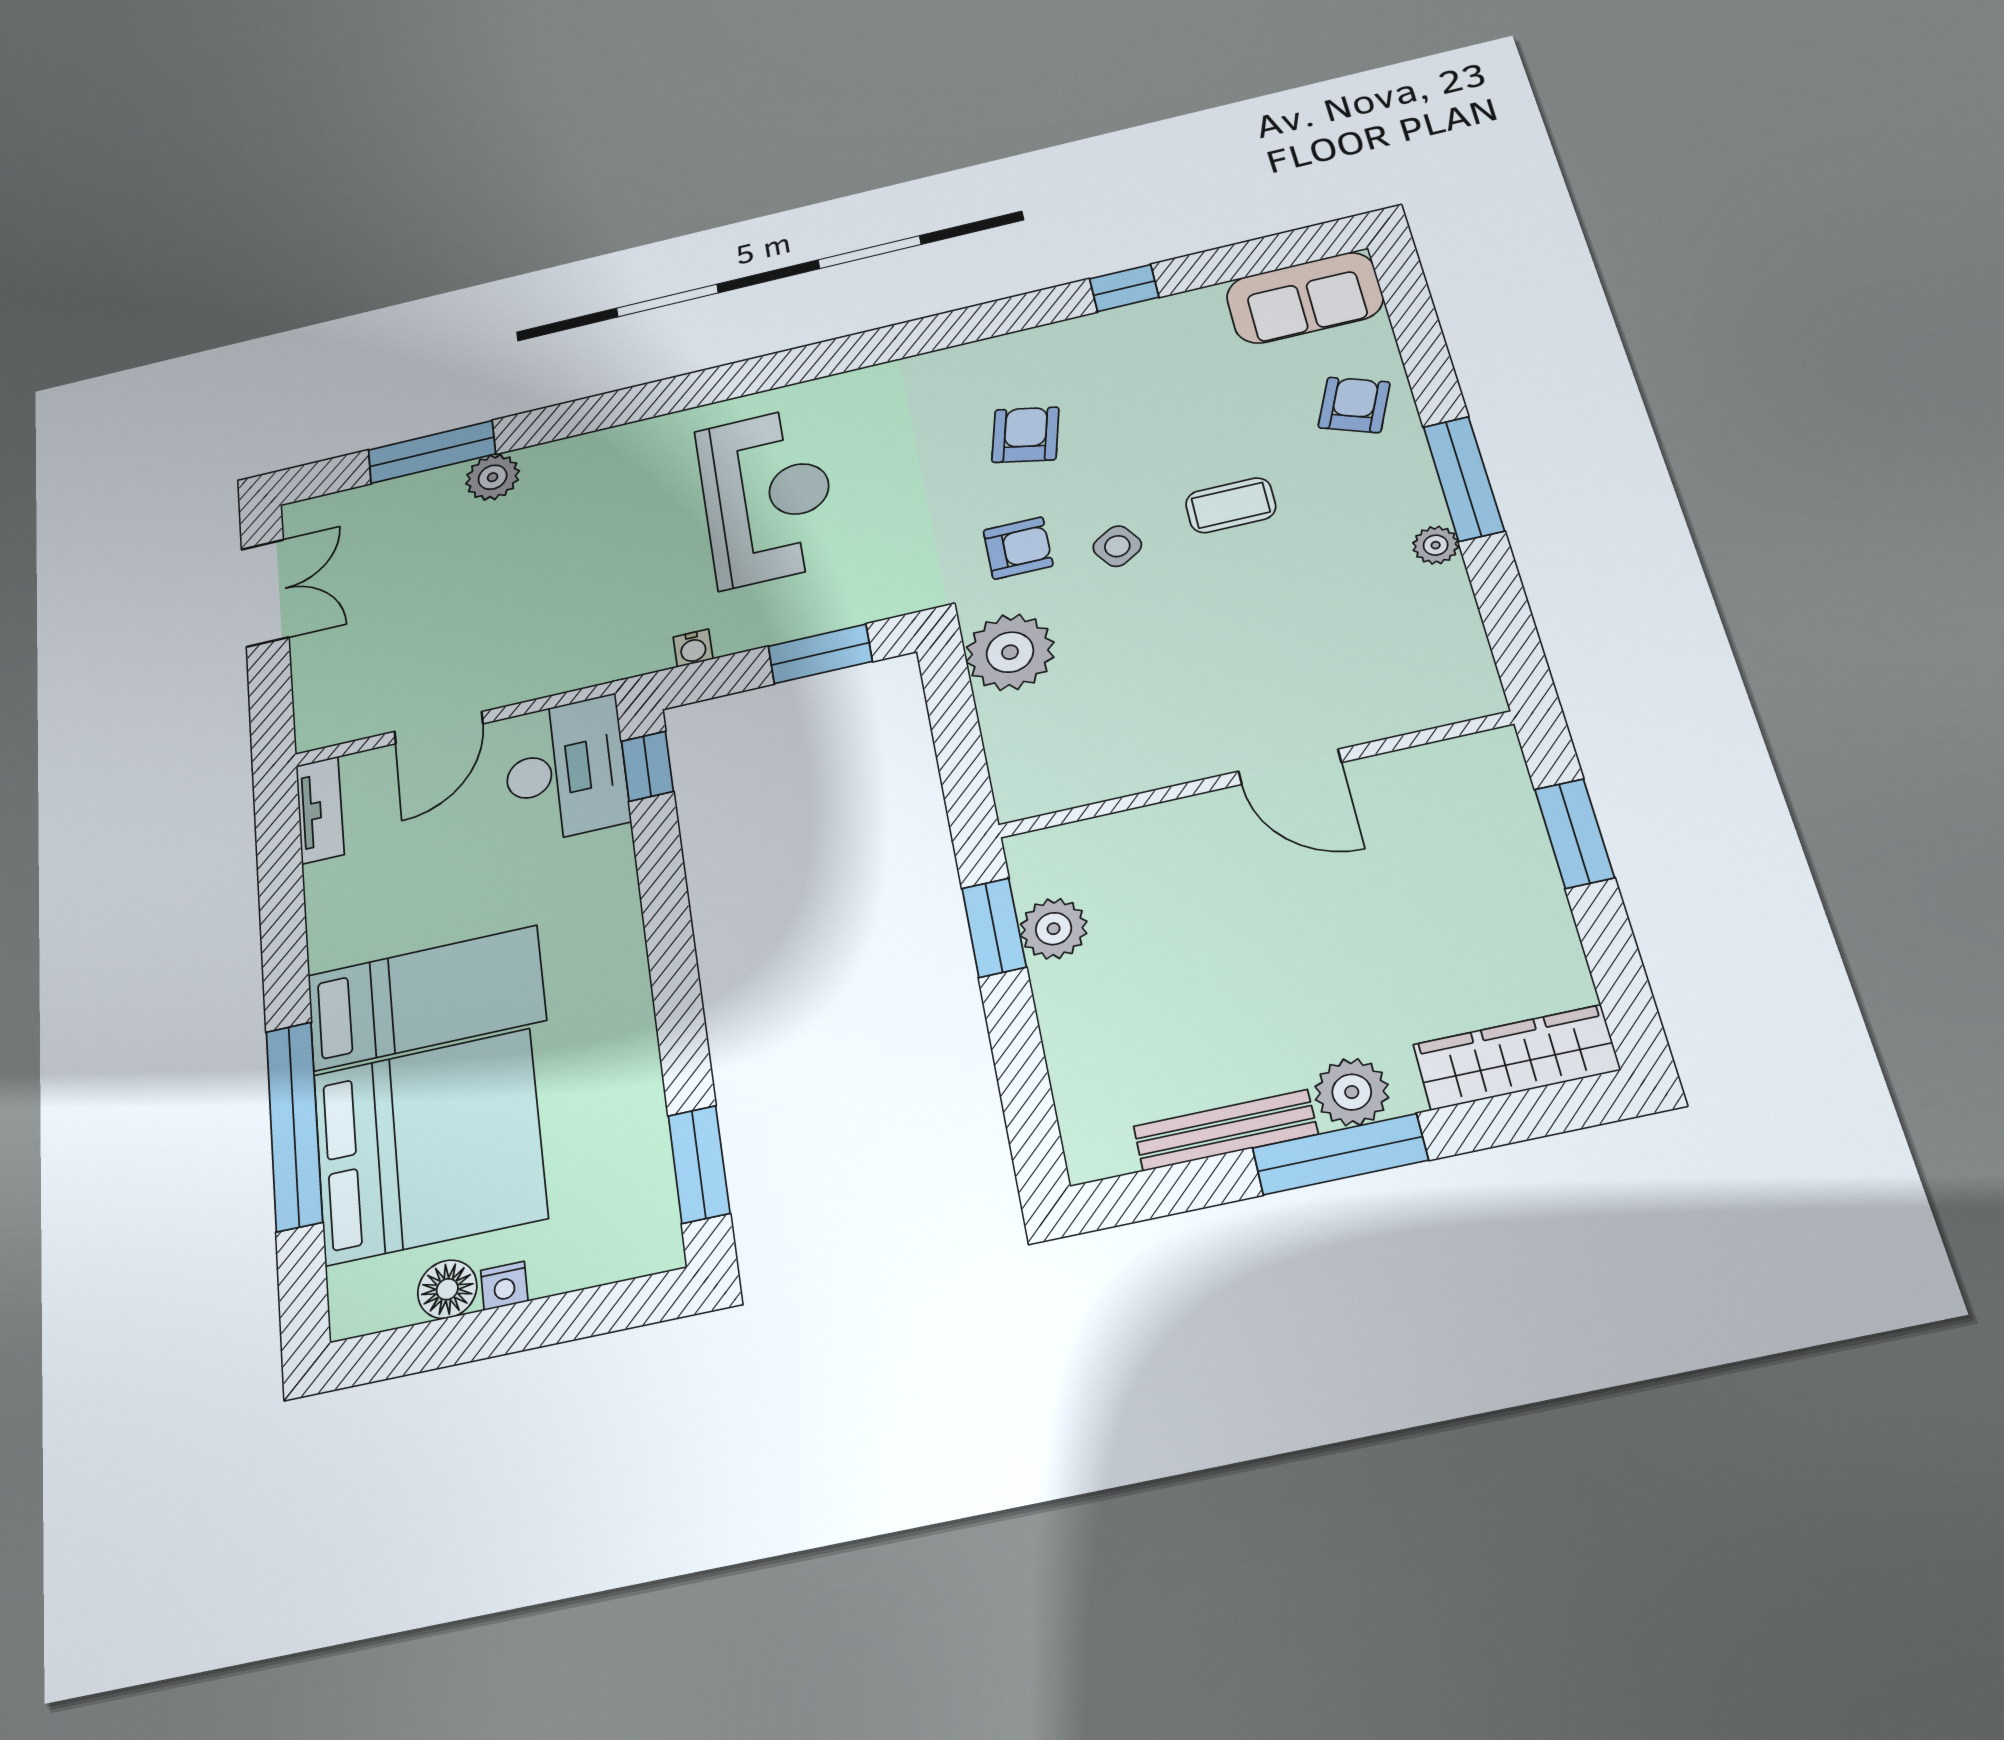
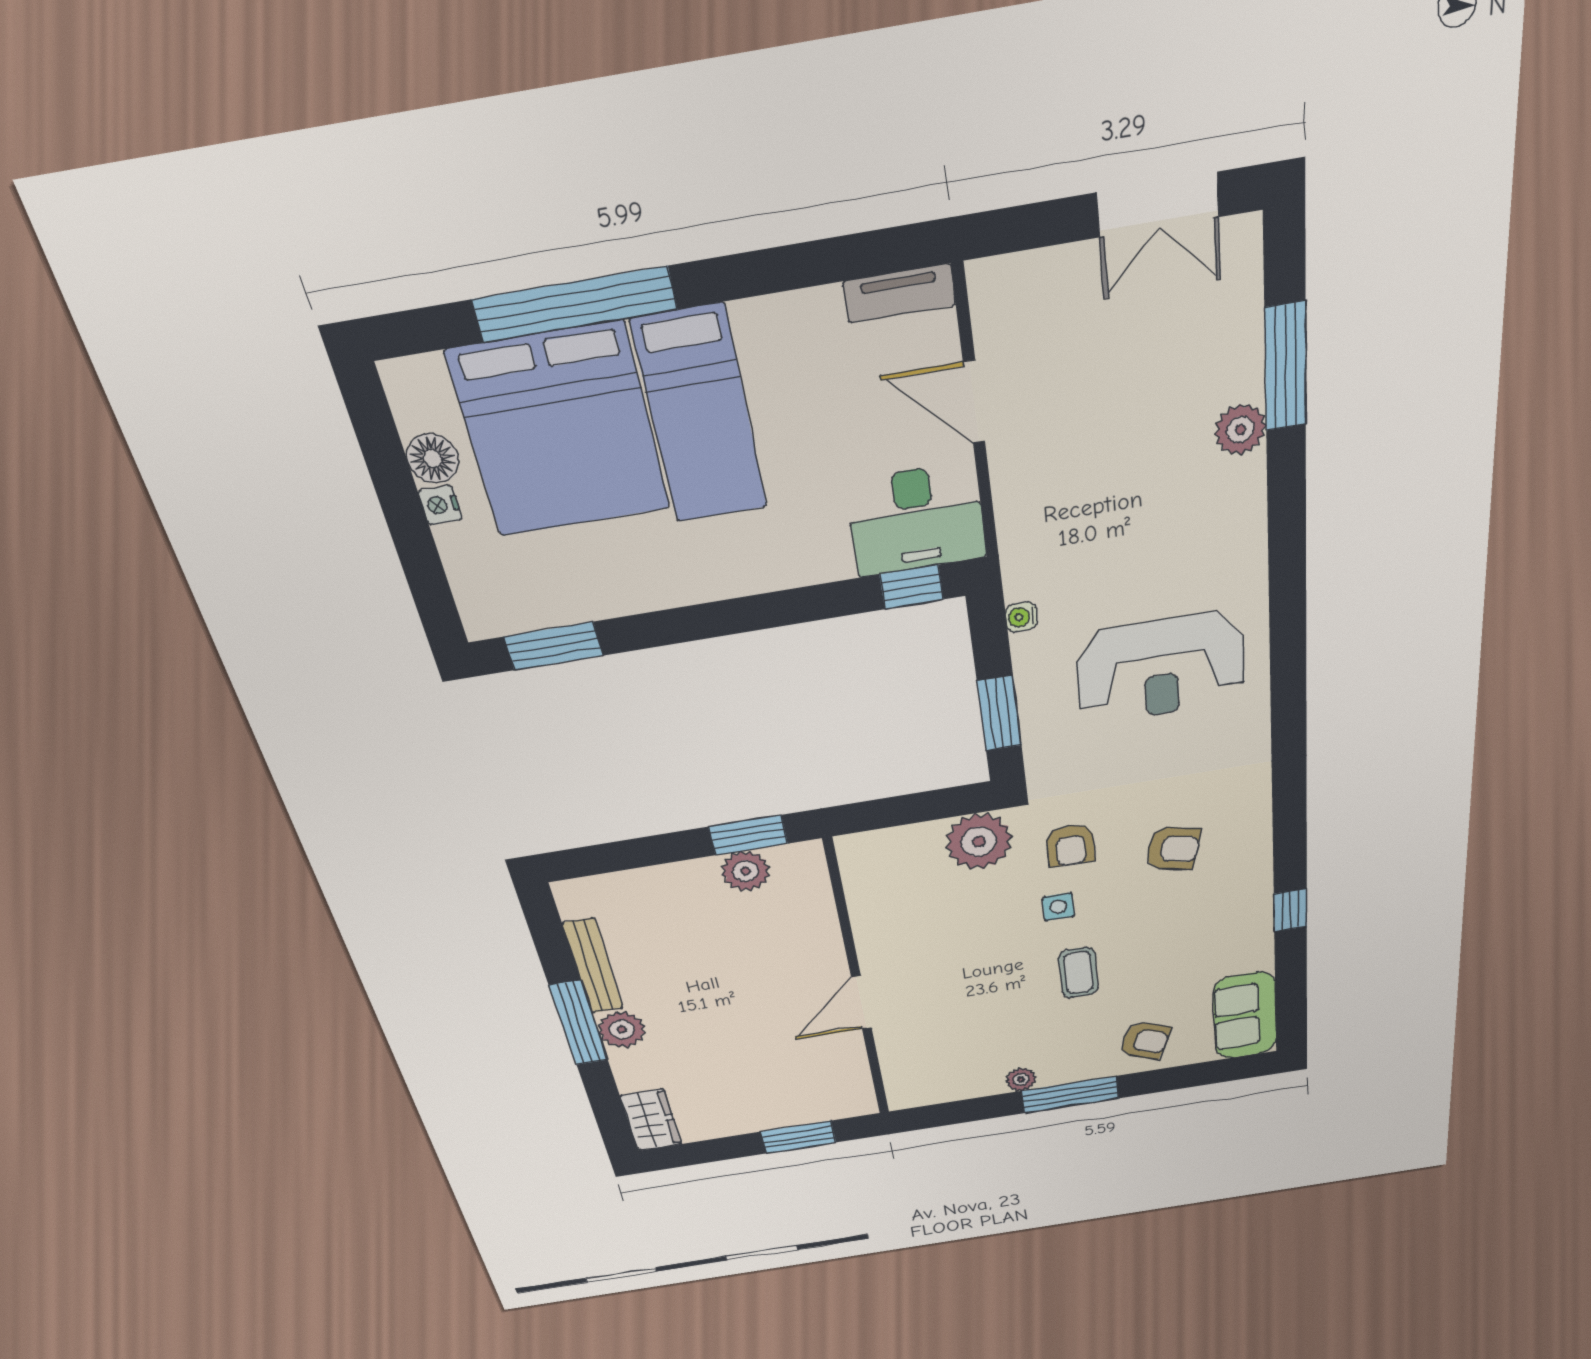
side table: (1117, 546) -> (1058, 907), turned 33
wardrobe: (1516, 1057) -> (651, 1120), width x0.67

